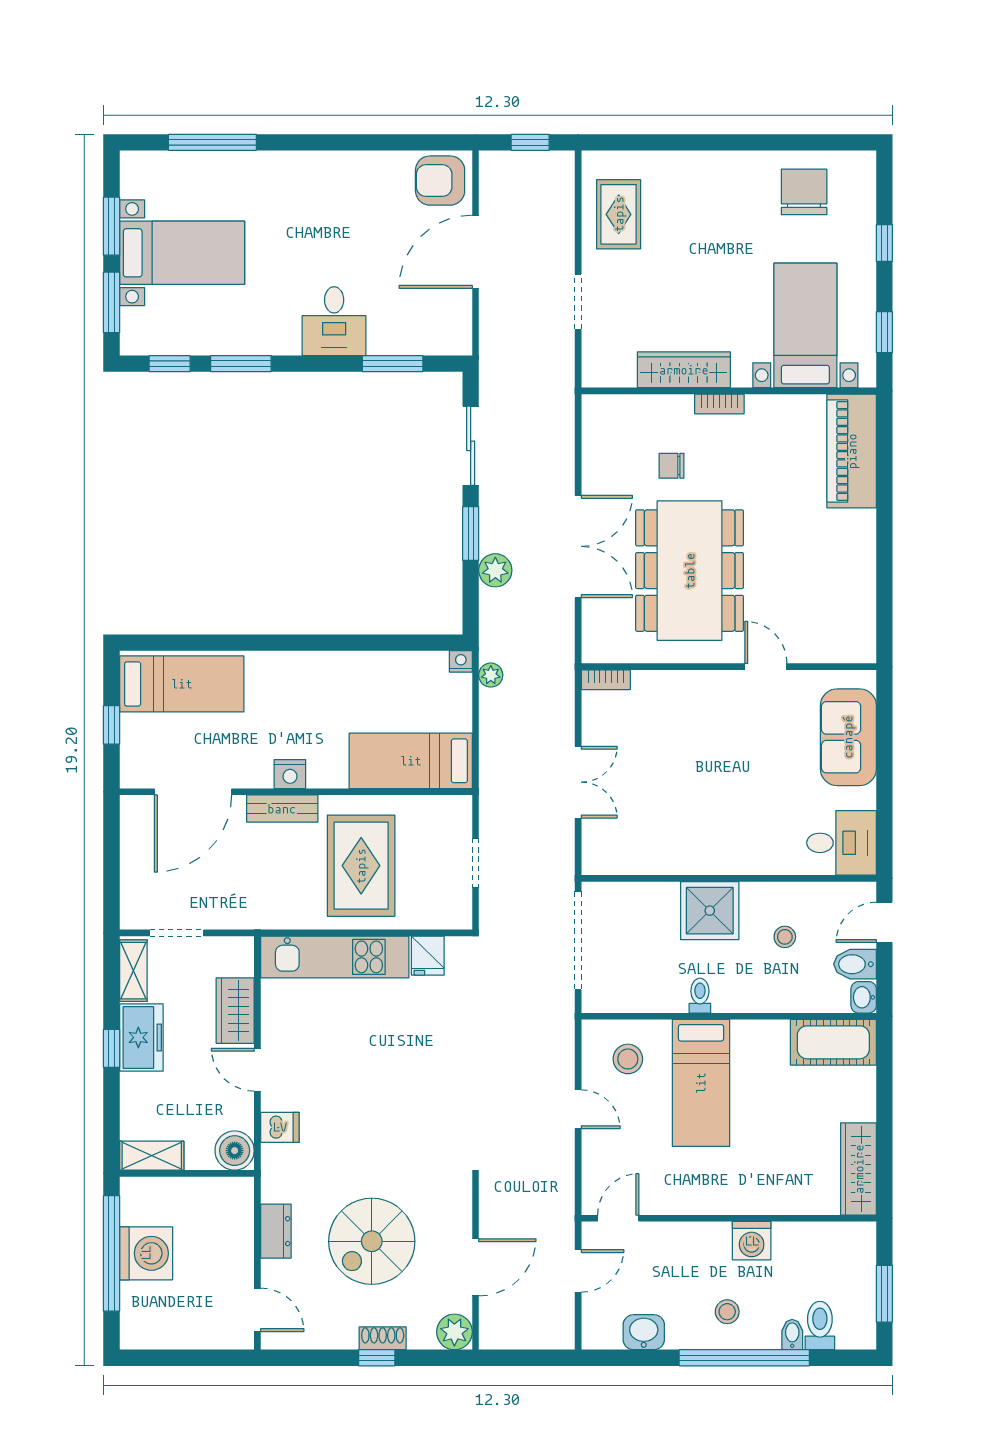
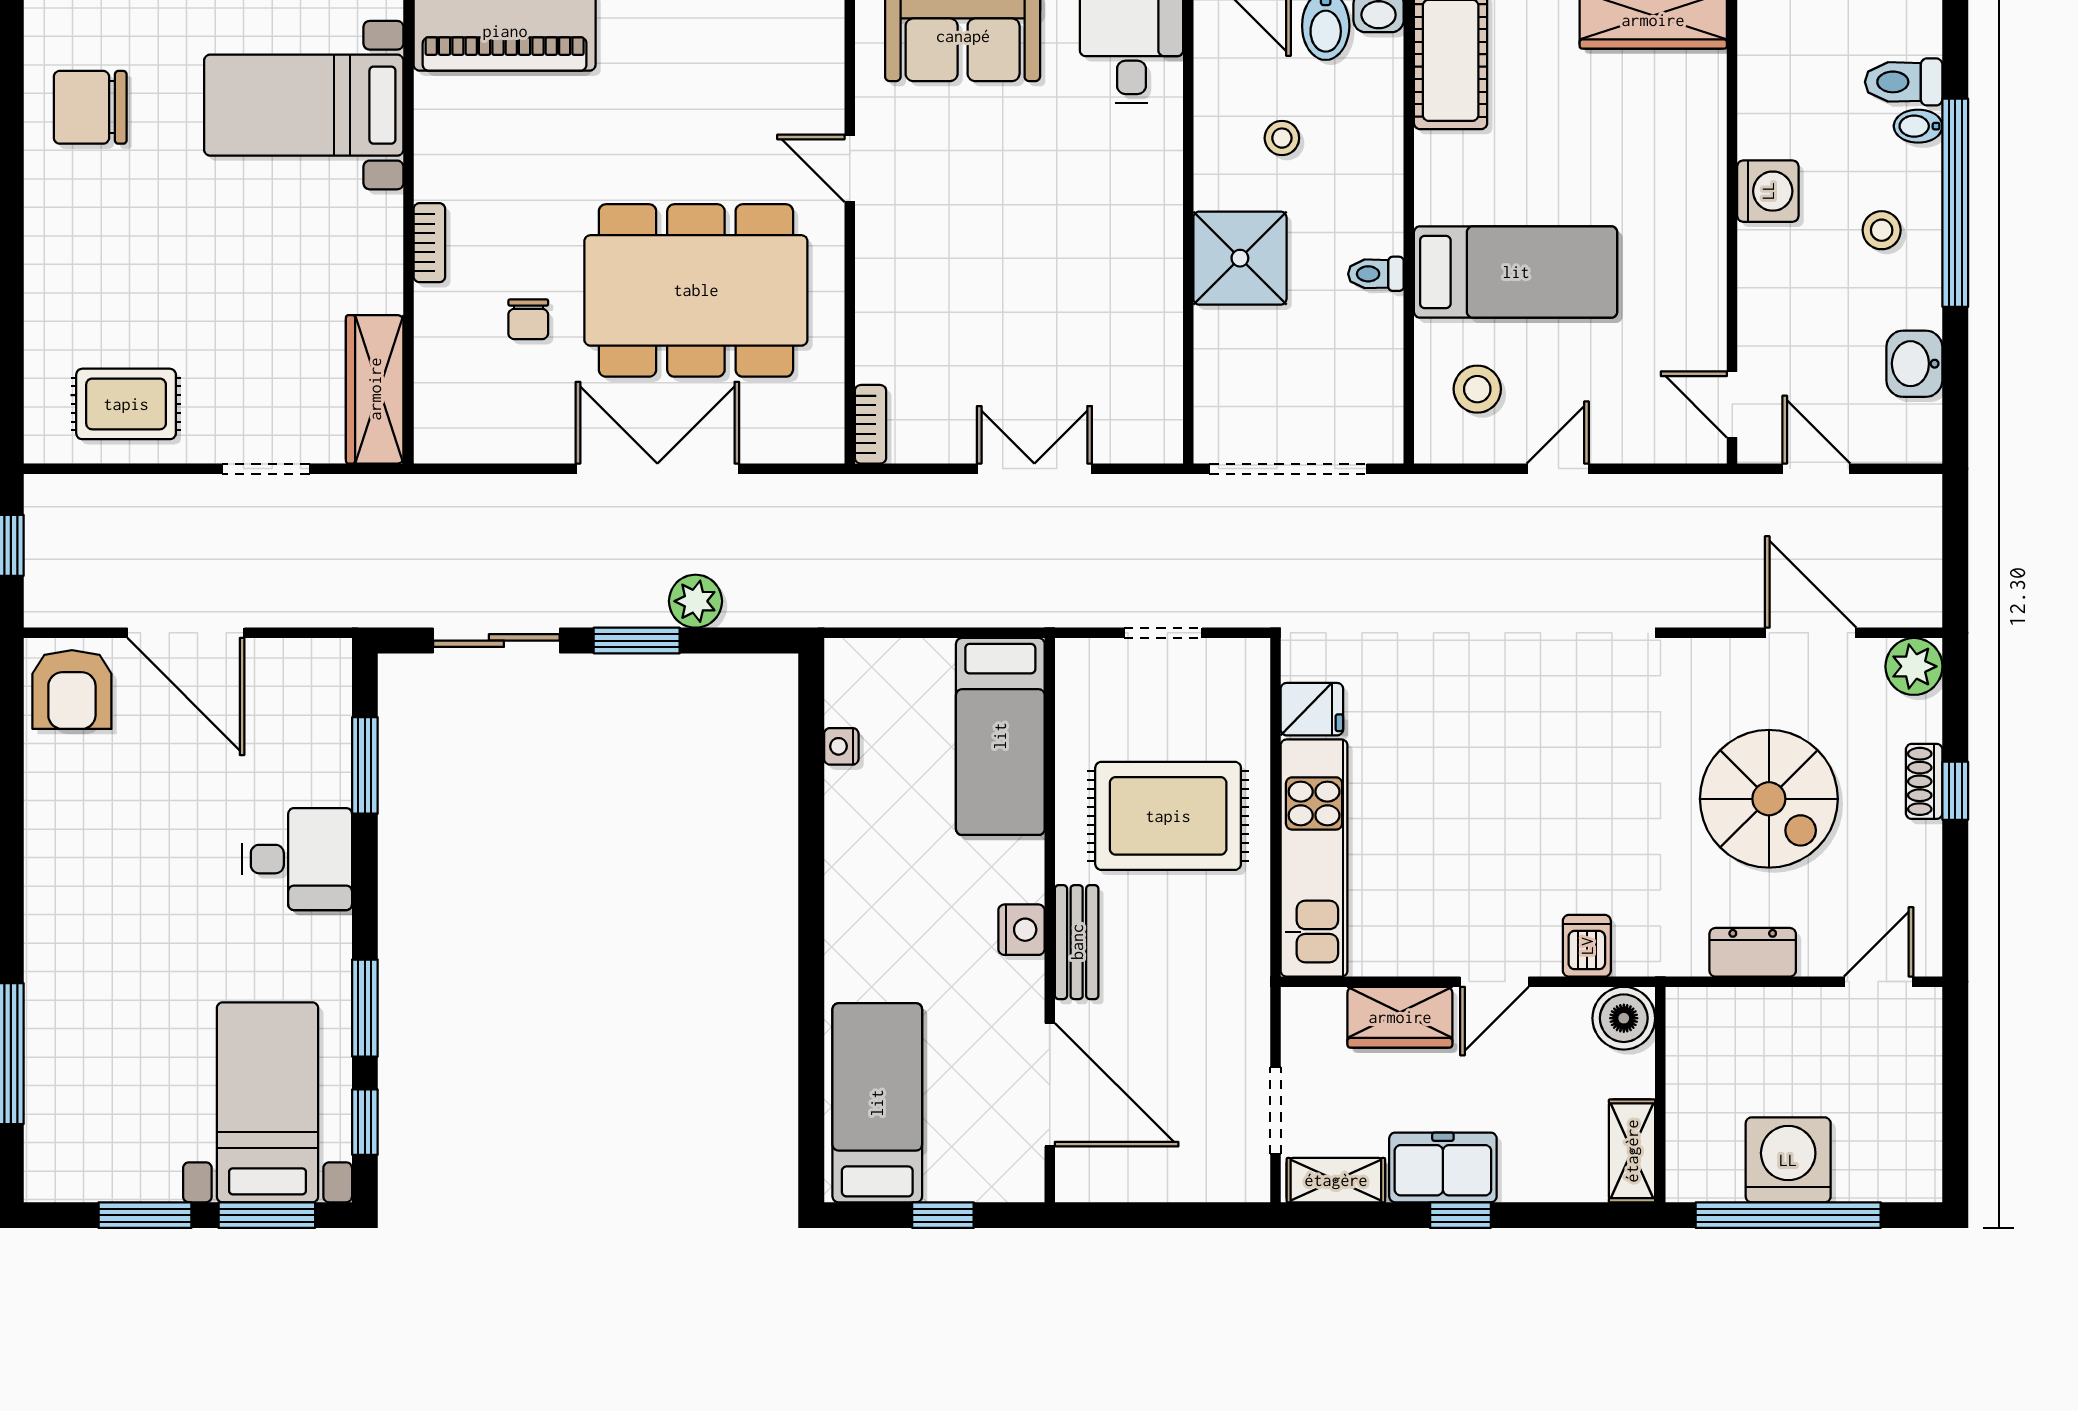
bed with nightstands: (182, 253) -> (268, 1102), moved
wardrobe: (684, 370) -> (375, 389), moved
nightstand: (461, 661) -> (841, 746), moved
door: (766, 667) -> (850, 168), hinge flipped
plant: (491, 675) -> (863, 608), removed

